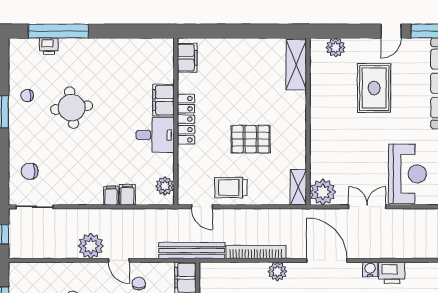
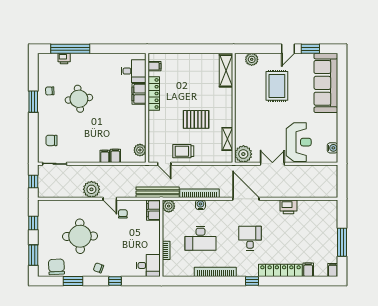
filing cabinet: (187, 58) -> (155, 66), width x0.50
locker: (186, 119) -> (154, 93), moved
desk: (155, 135) -> (134, 71), moved
shelving: (298, 187) -> (227, 139), moved
water cooler: (370, 269) -> (200, 205), moved
plant: (277, 271) -> (169, 206), moved

